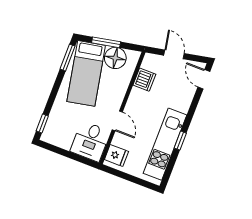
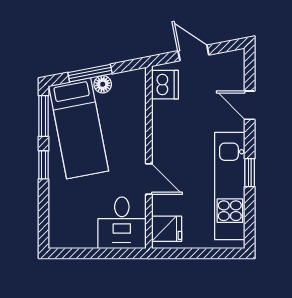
floor lamp: (115, 58) -> (103, 84), width x0.53, depth x0.53
door: (204, 79) -> (250, 105), moved
dishwasher: (144, 80) -> (165, 85), moved
window: (42, 123) -> (43, 165), moved

